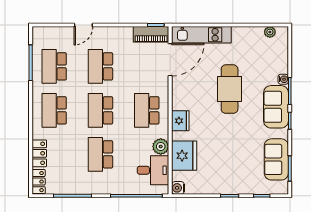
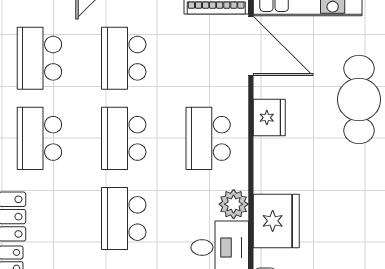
door: (170, 60) -> (251, 46), hinge flipped
fridge: (180, 121) -> (269, 118), moved

